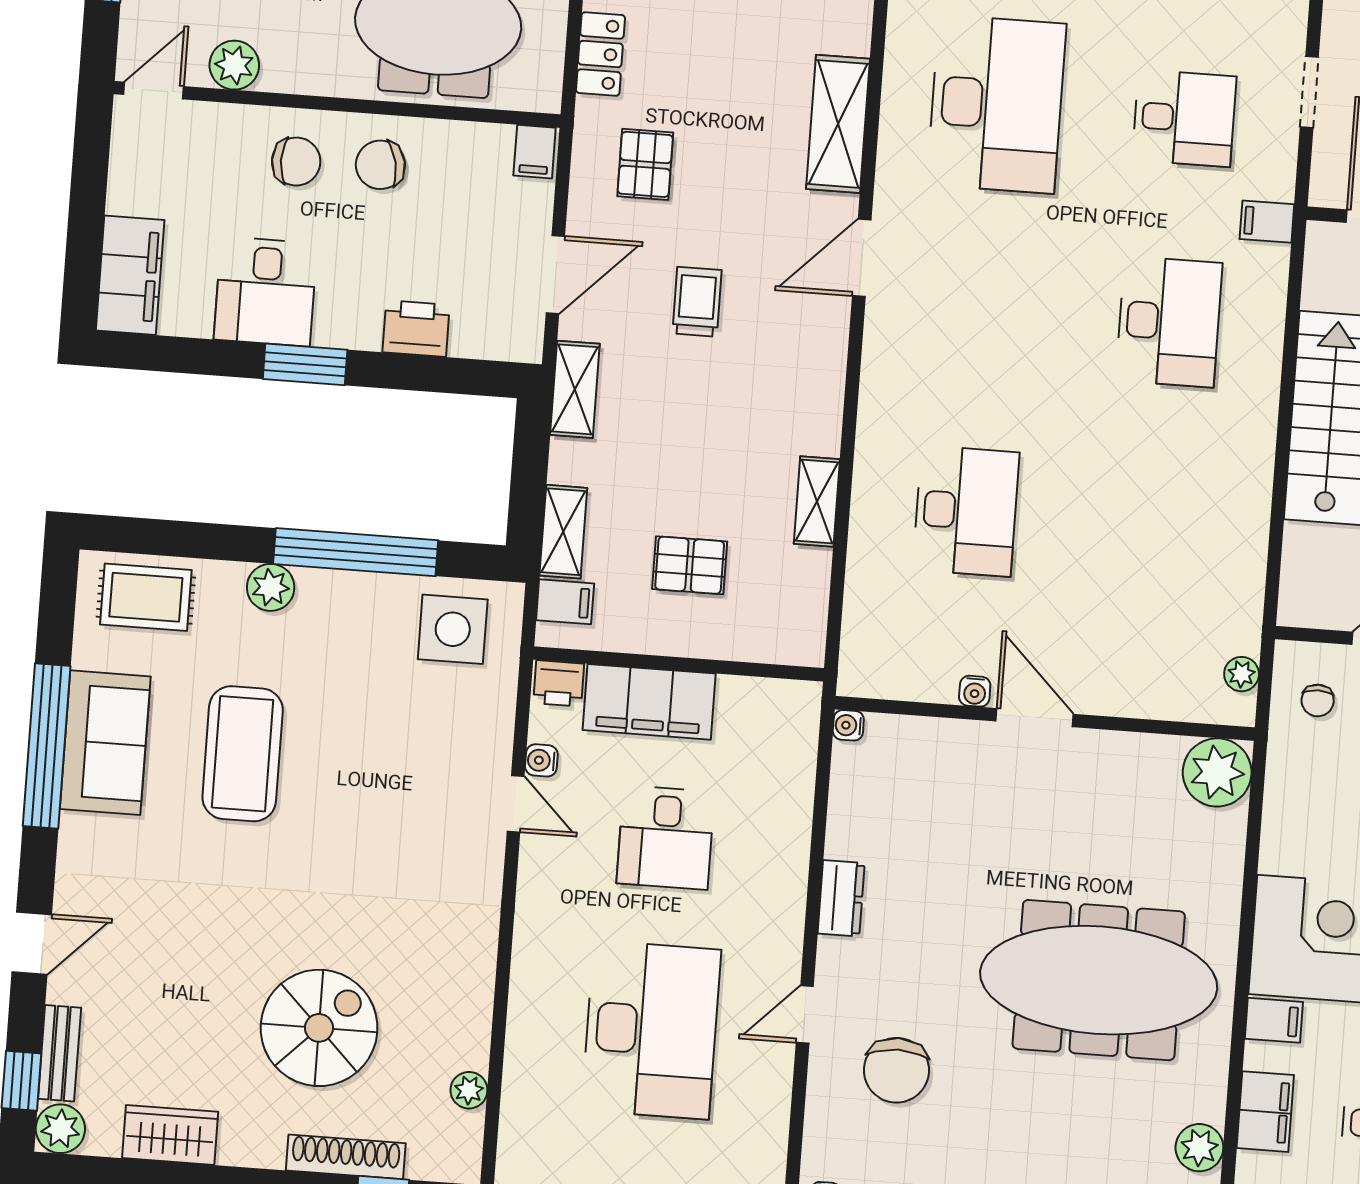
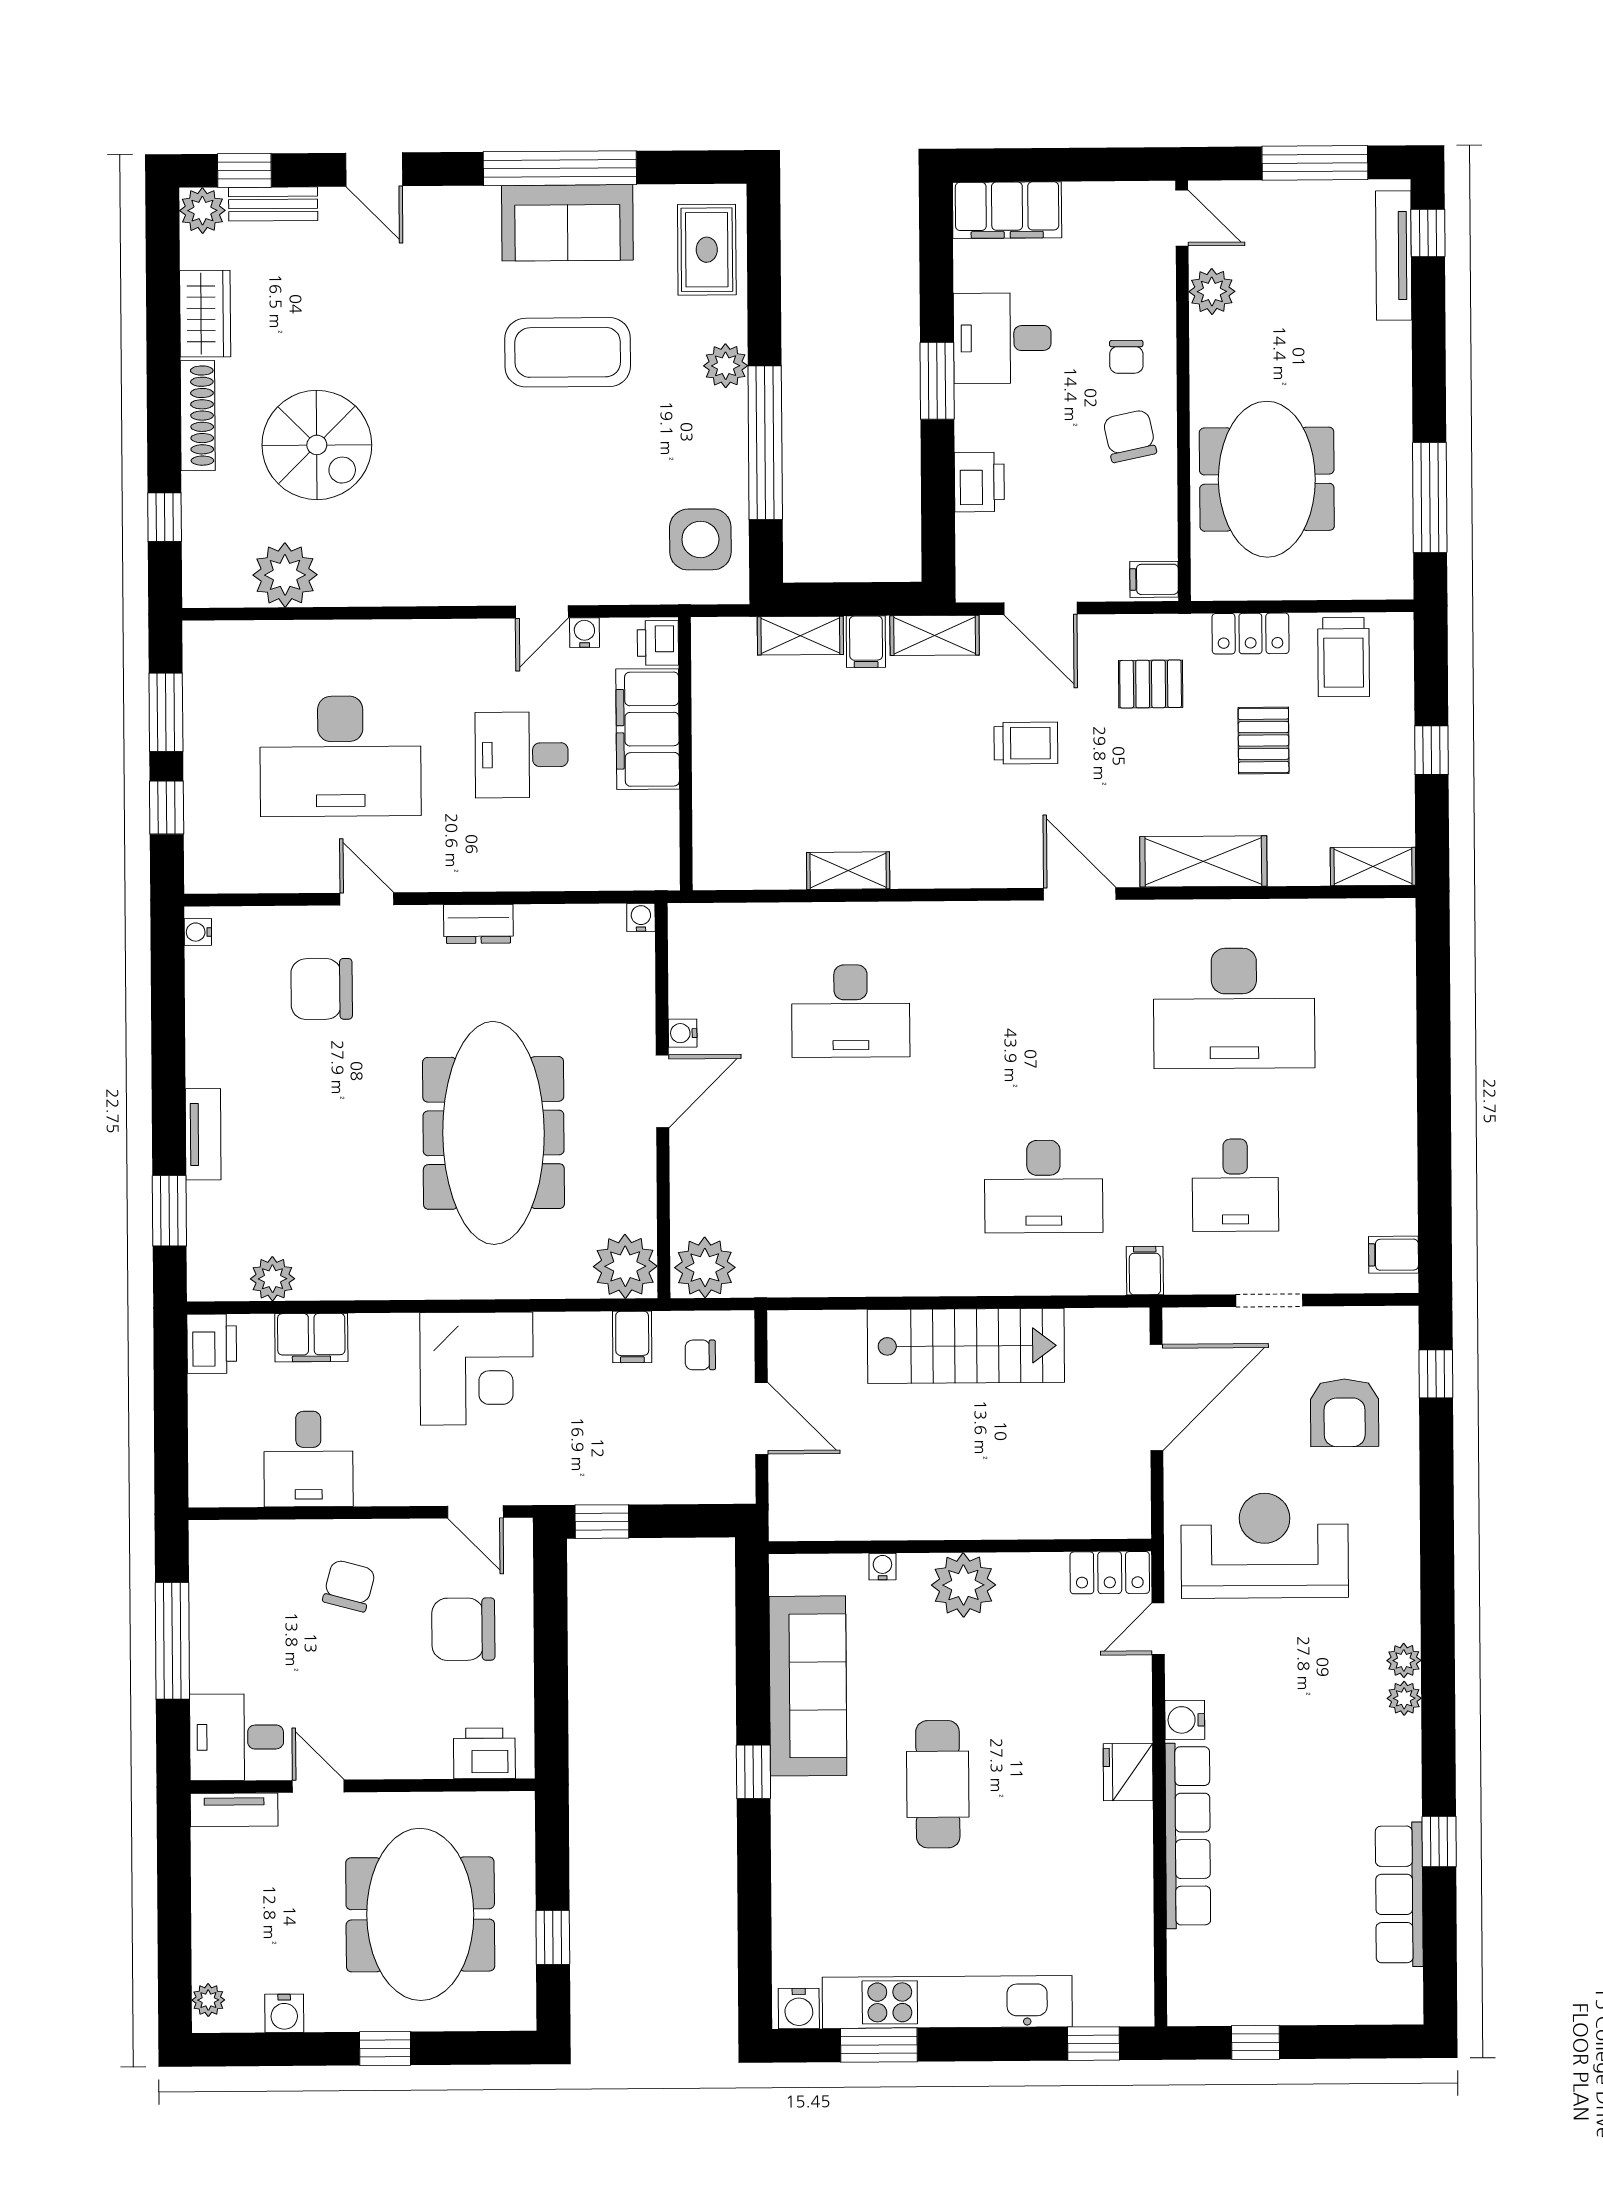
chair: (296, 162) -> (1126, 357), width x0.73, depth x0.73
pallet: (690, 565) -> (1264, 741), moved
filing cabinet: (565, 602) -> (866, 642), moved
plant: (1242, 674) -> (705, 1267), width x1.88, depth x1.88
meeting table: (1099, 980) -> (494, 1133), moved
filing cabinet: (1274, 1020) -> (632, 1337), moved
plant: (469, 1090) -> (285, 575), width x1.88, depth x1.88
shoe rack: (346, 1157) -> (198, 416), moved

